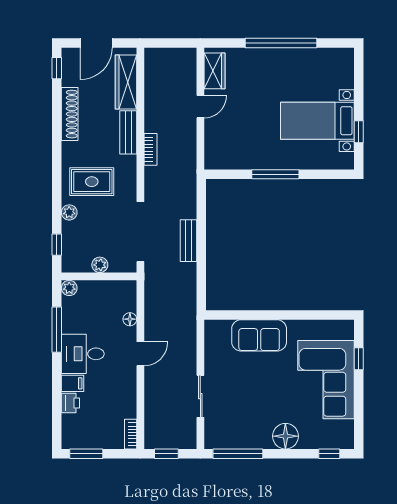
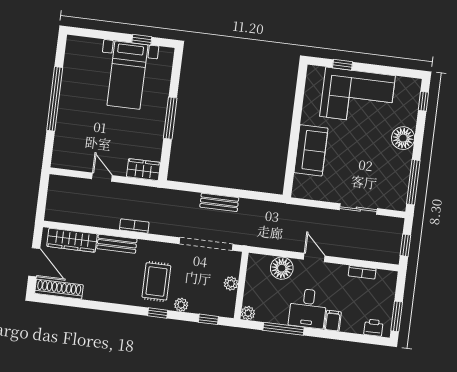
window: (57, 68) -> (158, 313), moved
wardrobe: (214, 71) -> (143, 170), moved
shoe rack: (70, 114) -> (59, 289), moved
floor lamp: (130, 319) -> (282, 268), width x1.89, depth x1.89
printer: (70, 403) -> (373, 328), moved
bookcase: (131, 434) -> (362, 272), moved

